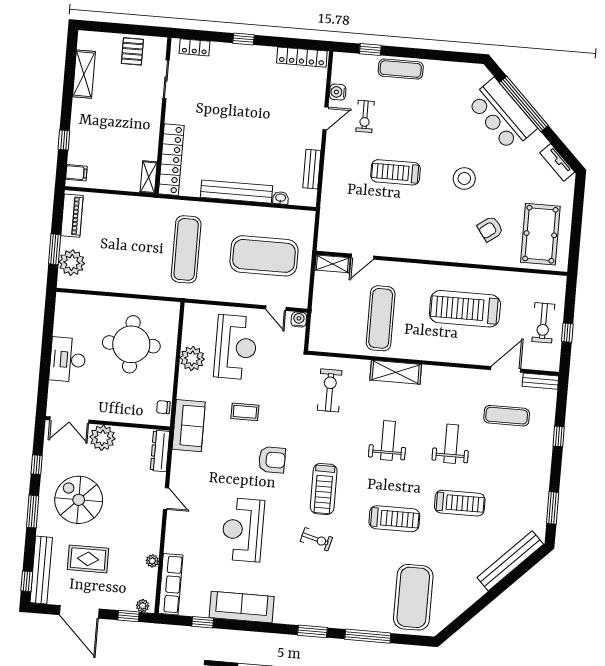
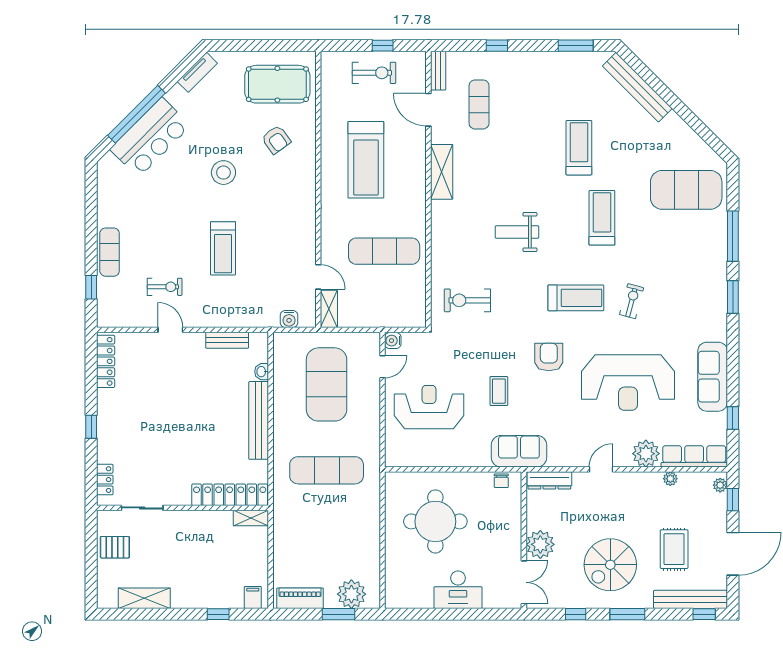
water cooler: (338, 92) -> (289, 319), moved
plant: (192, 358) -> (646, 454), moved
shelving: (396, 372) -> (442, 172), moved
weight bench: (451, 444) -> (515, 163), removed
reception desk: (243, 530) -> (628, 383), width x1.36, depth x1.30

